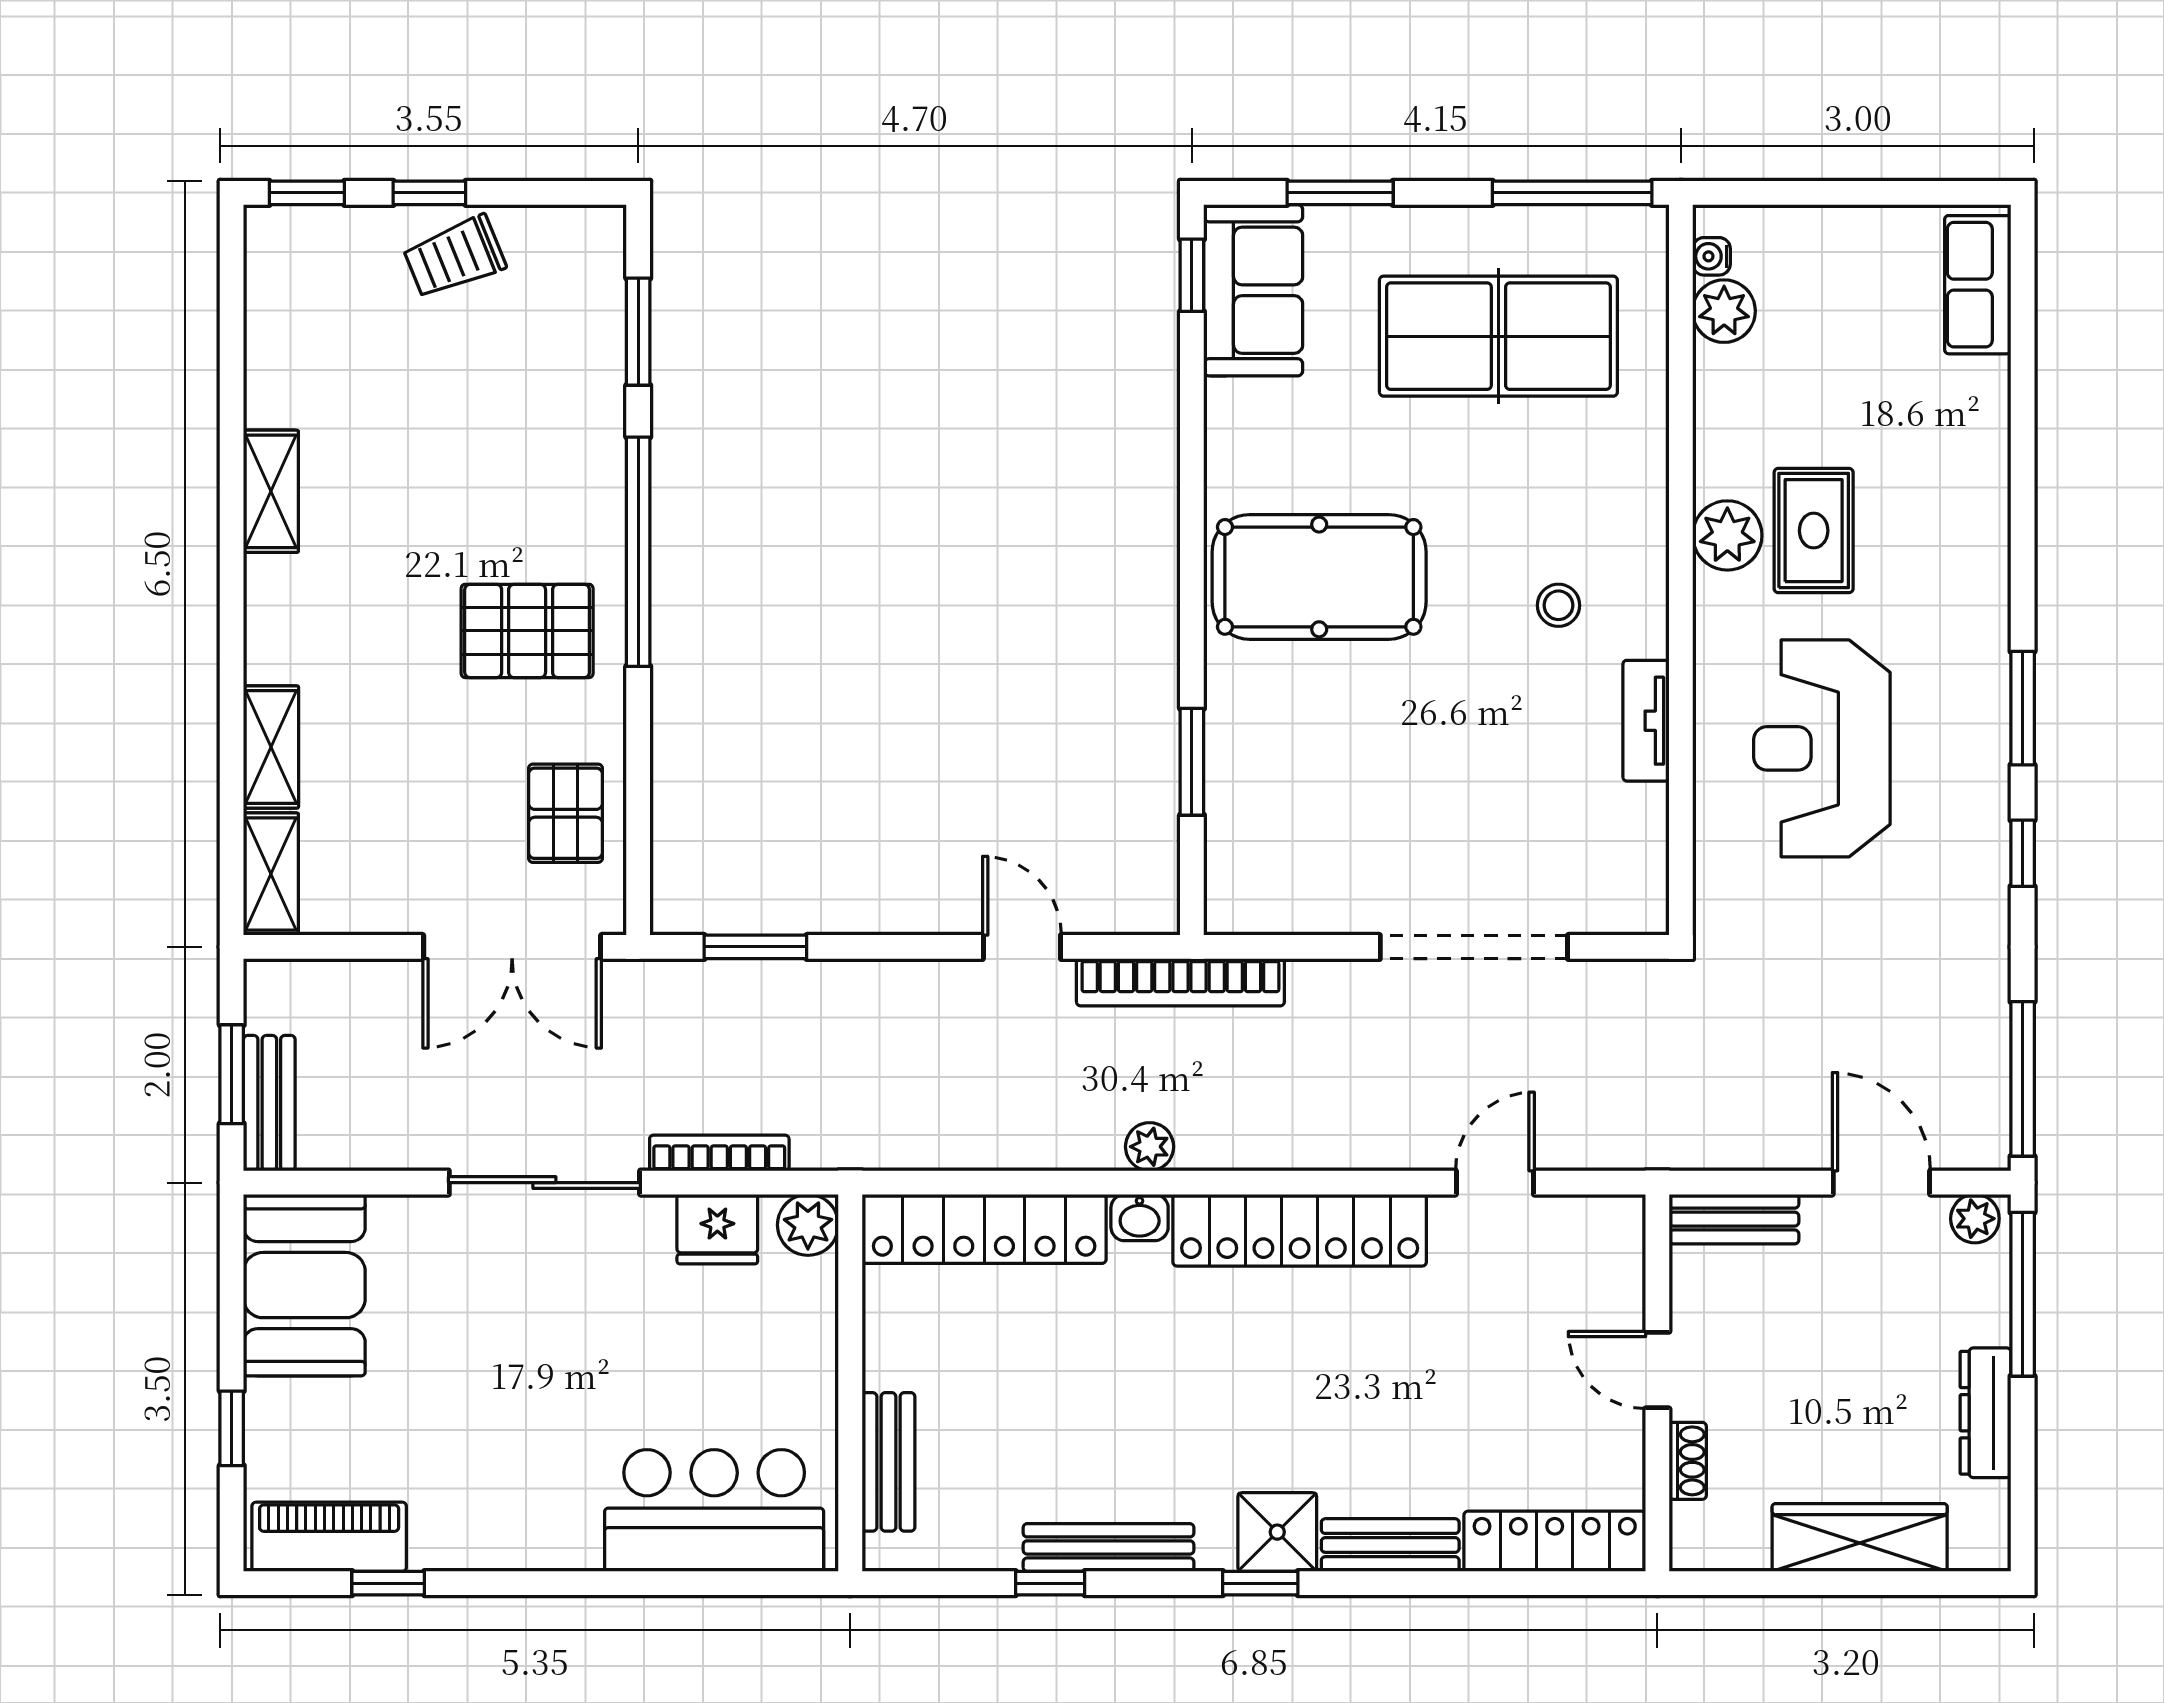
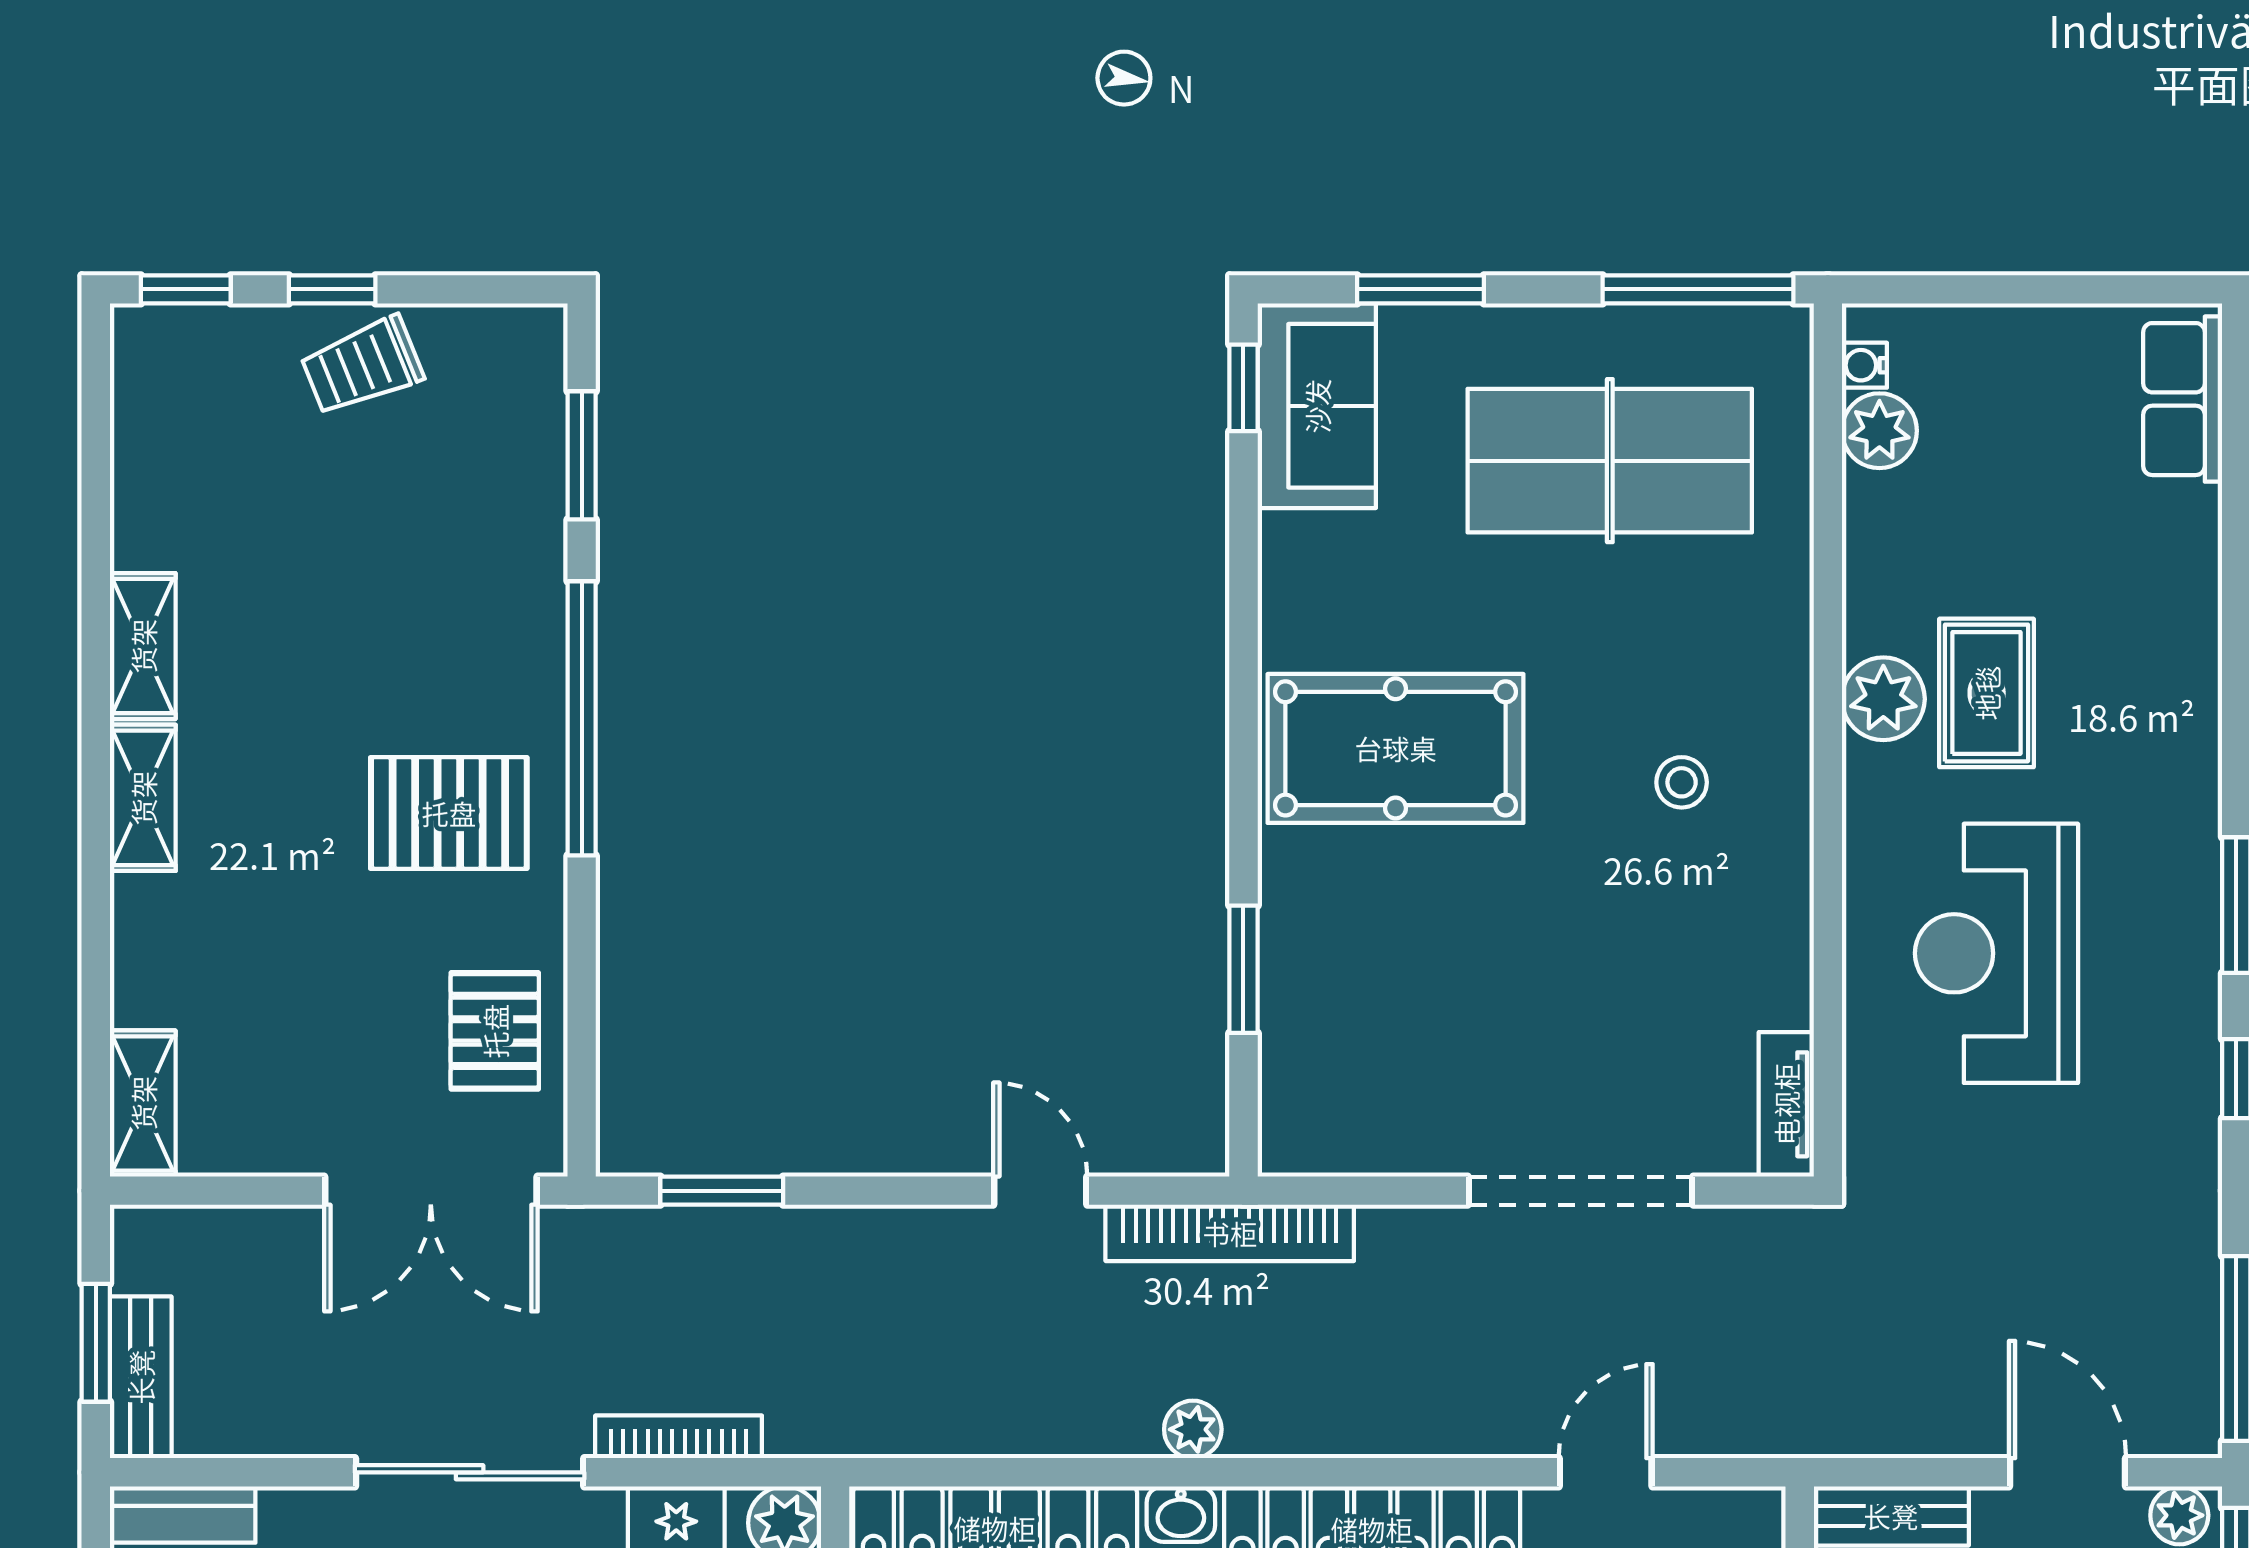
tv unit: (1646, 721) -> (1786, 1104), moved
shelving: (271, 747) -> (143, 798), moved

